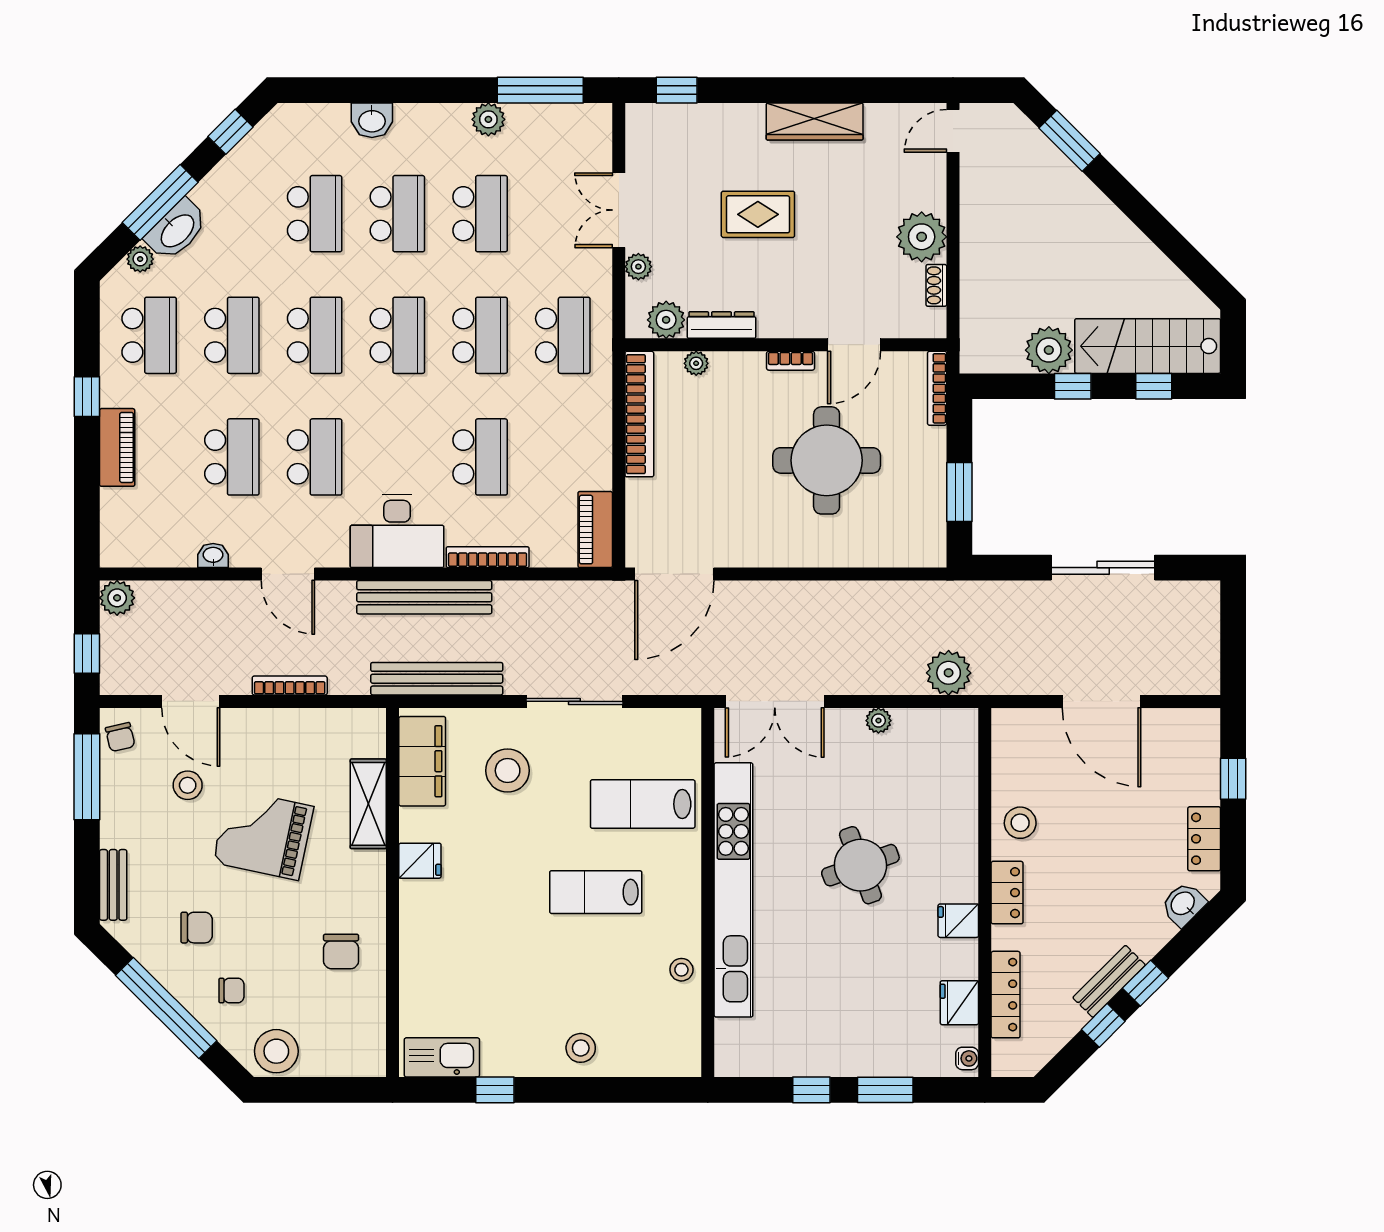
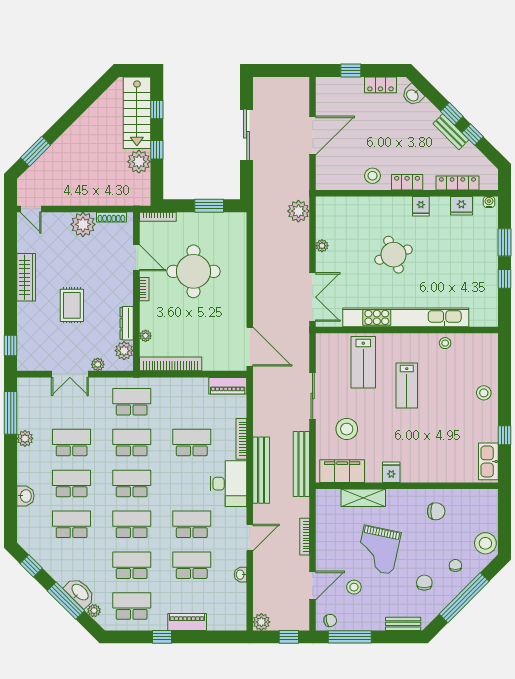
shoe rack: (936, 285) -> (111, 217), width x1.43

